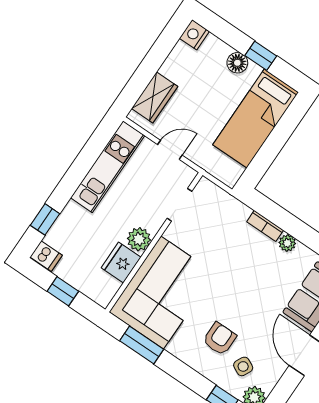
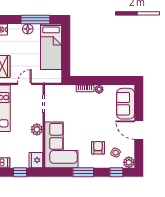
window: (261, 56) -> (35, 19), width x2.17
fridge: (121, 263) -> (36, 160), moved
window: (142, 345) -> (83, 172), moved

